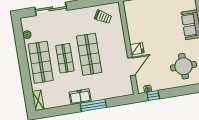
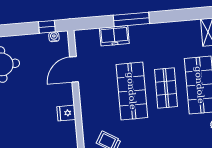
fridge: (137, 49) -> (66, 113), moved
freezer: (80, 97) -> (114, 36), moved

